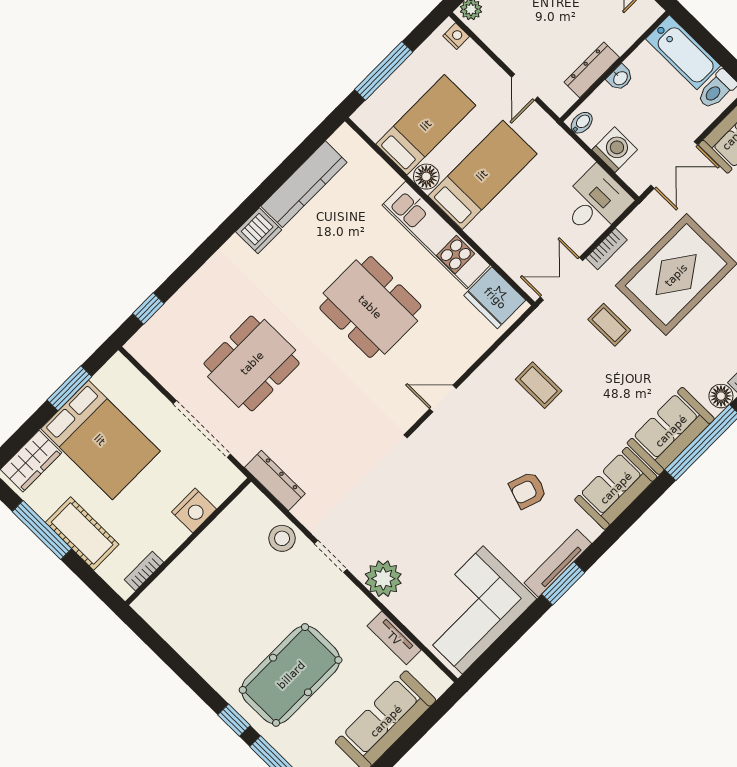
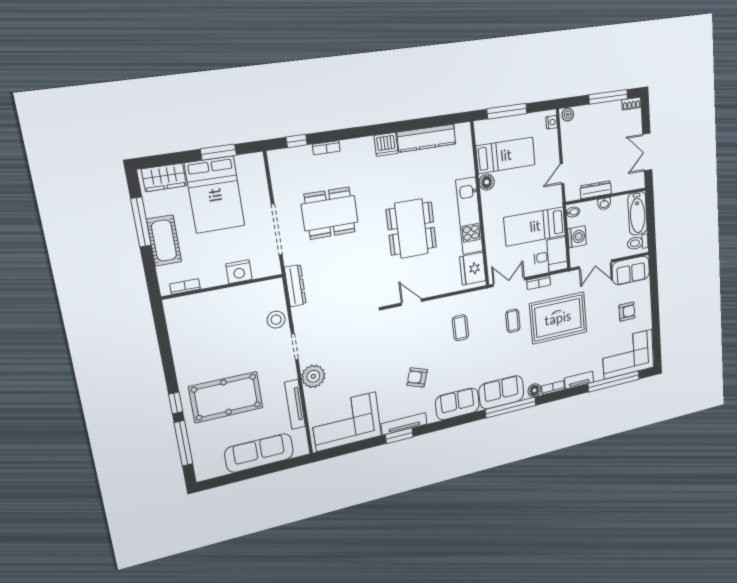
bed: (482, 175) -> (535, 226), moved, turned 180
bookcase: (189, 290) -> (326, 148), added
tv unit: (394, 638) -> (295, 404), width x1.41

